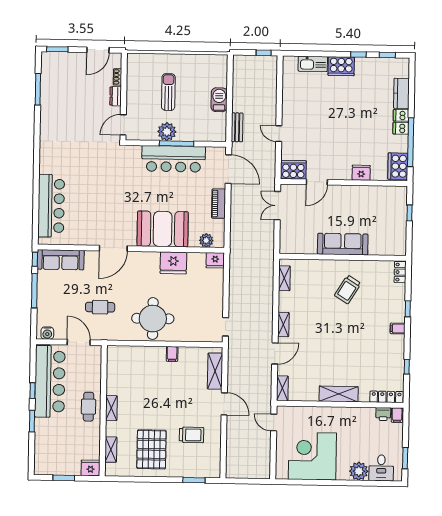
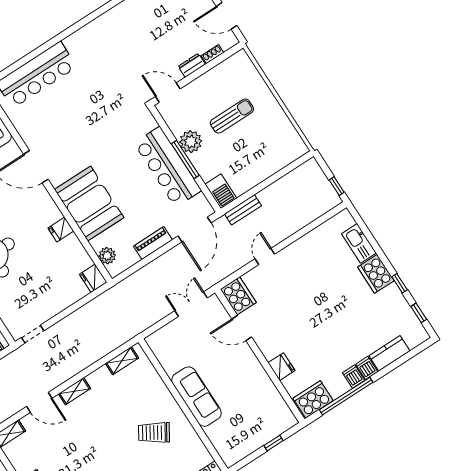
barbecue: (219, 100) -> (221, 191), moved, turned 90
fridge: (173, 263) -> (61, 229), width x0.53, depth x0.75

